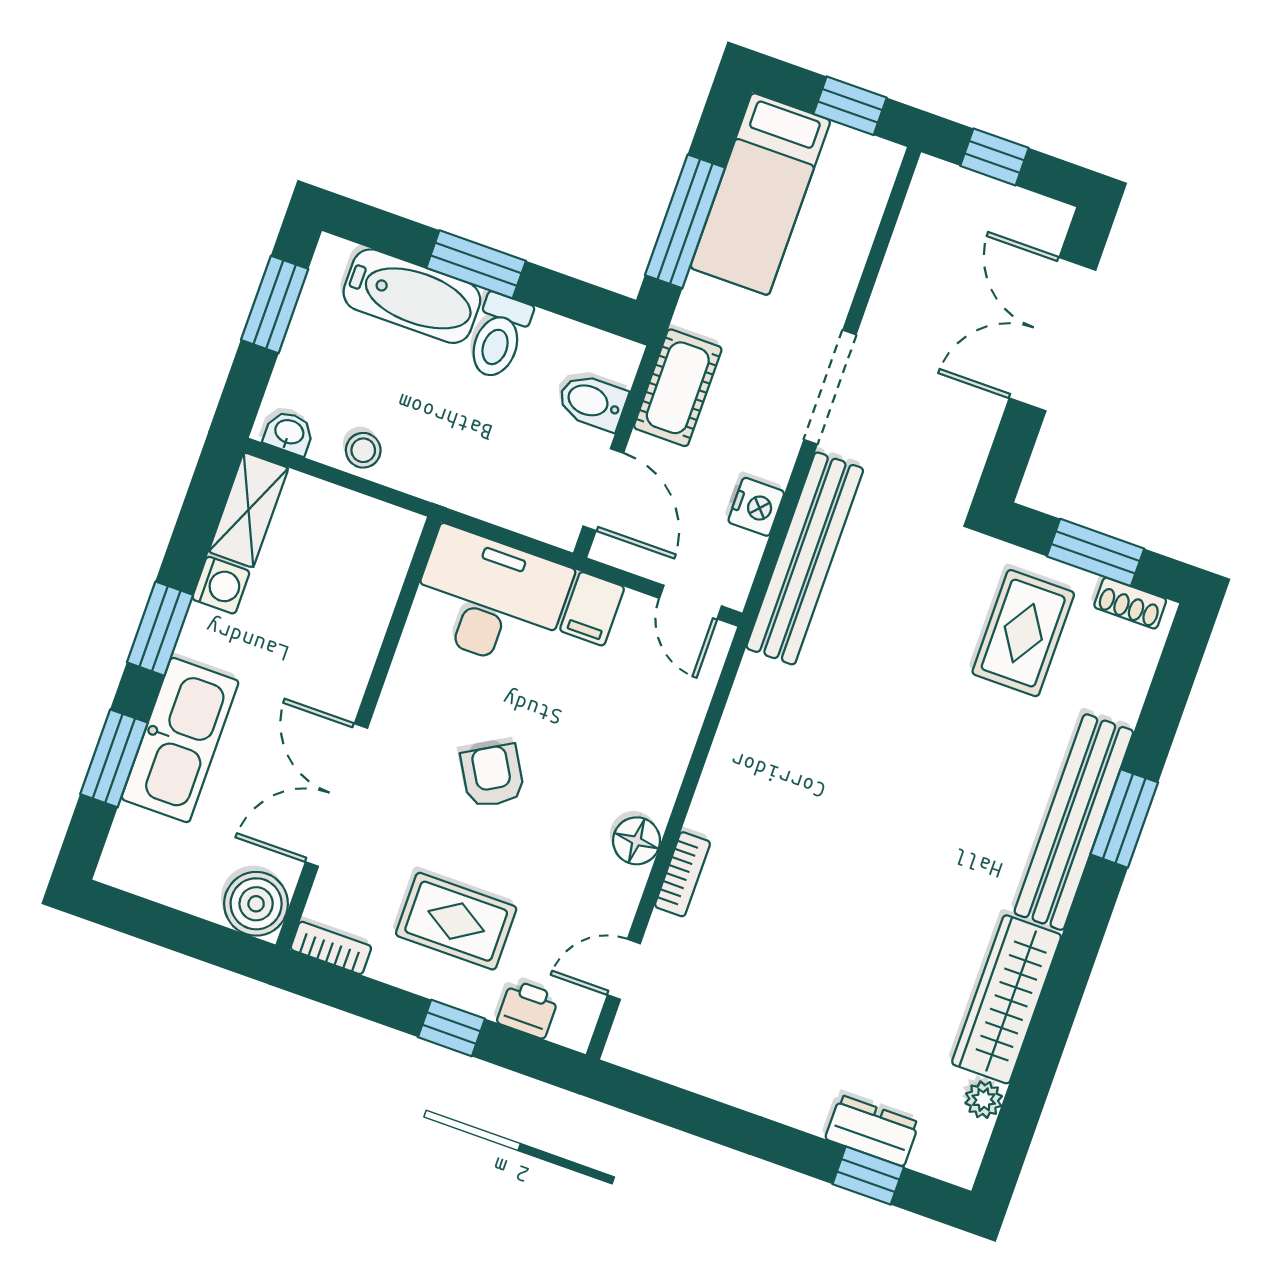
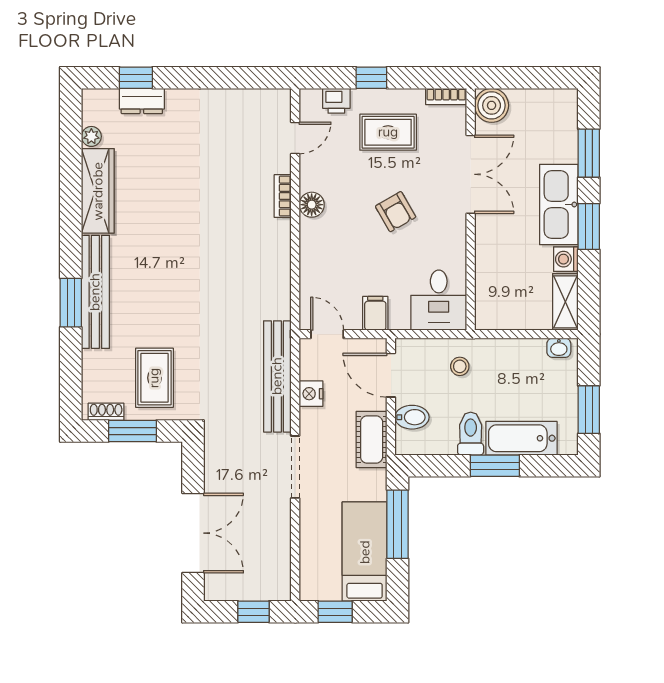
stool: (363, 450) -> (460, 366), moved
desk: (490, 599) -> (439, 300), width x0.73
kitchen sink: (180, 740) -> (559, 205), moved

